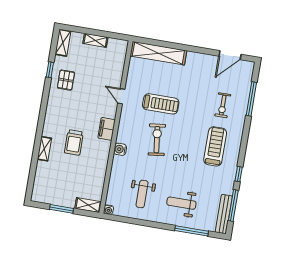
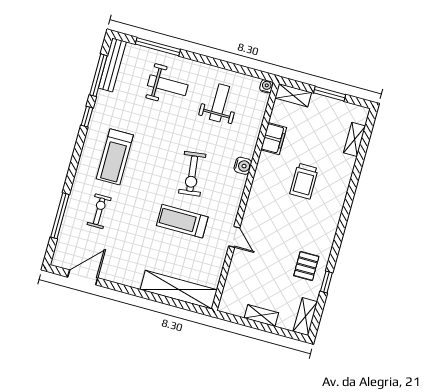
filing cabinet: (107, 129) -> (274, 139), moved
trolley: (74, 142) -> (304, 181), turned 180
shelving: (44, 149) -> (355, 139), moved

